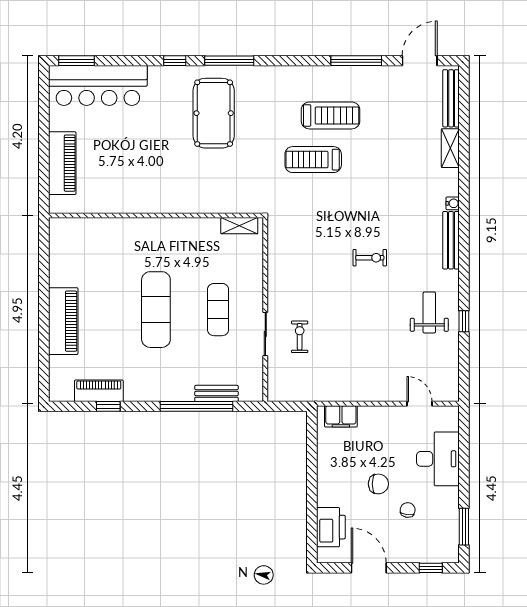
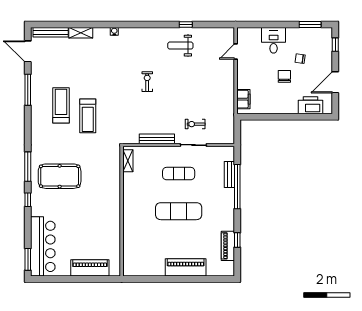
bench: (451, 240) -> (157, 139), moved
desk: (438, 459) -> (274, 40), width x0.73

